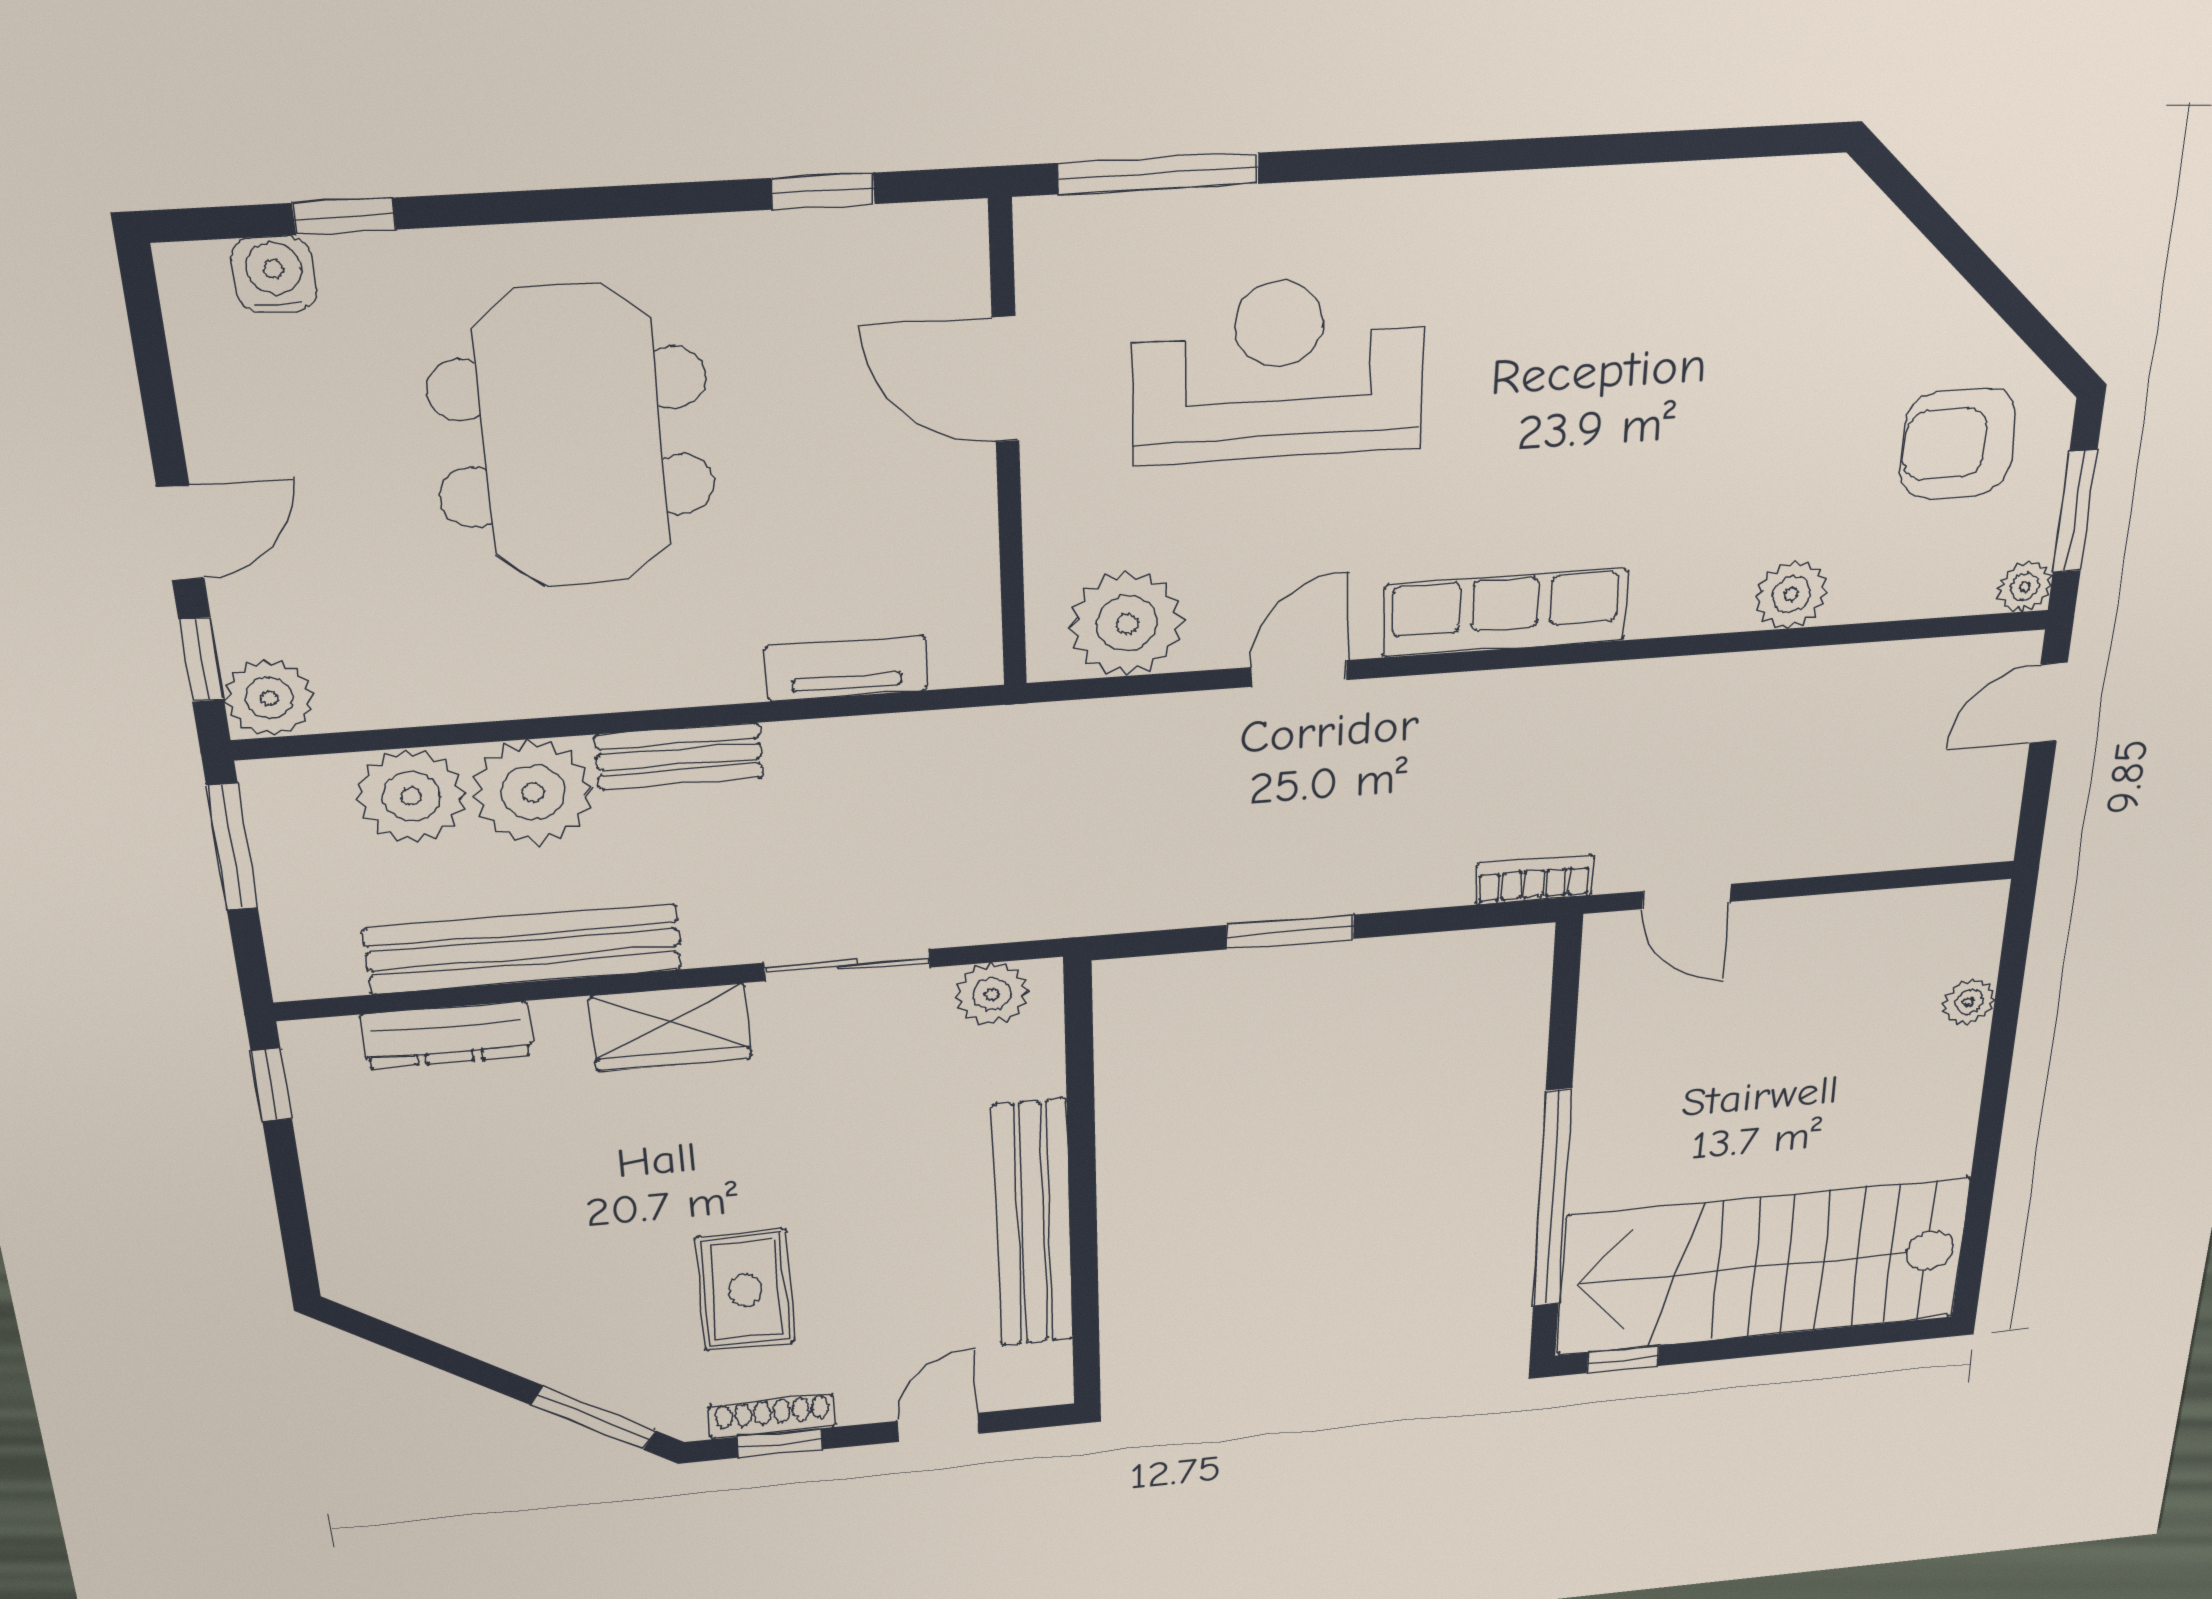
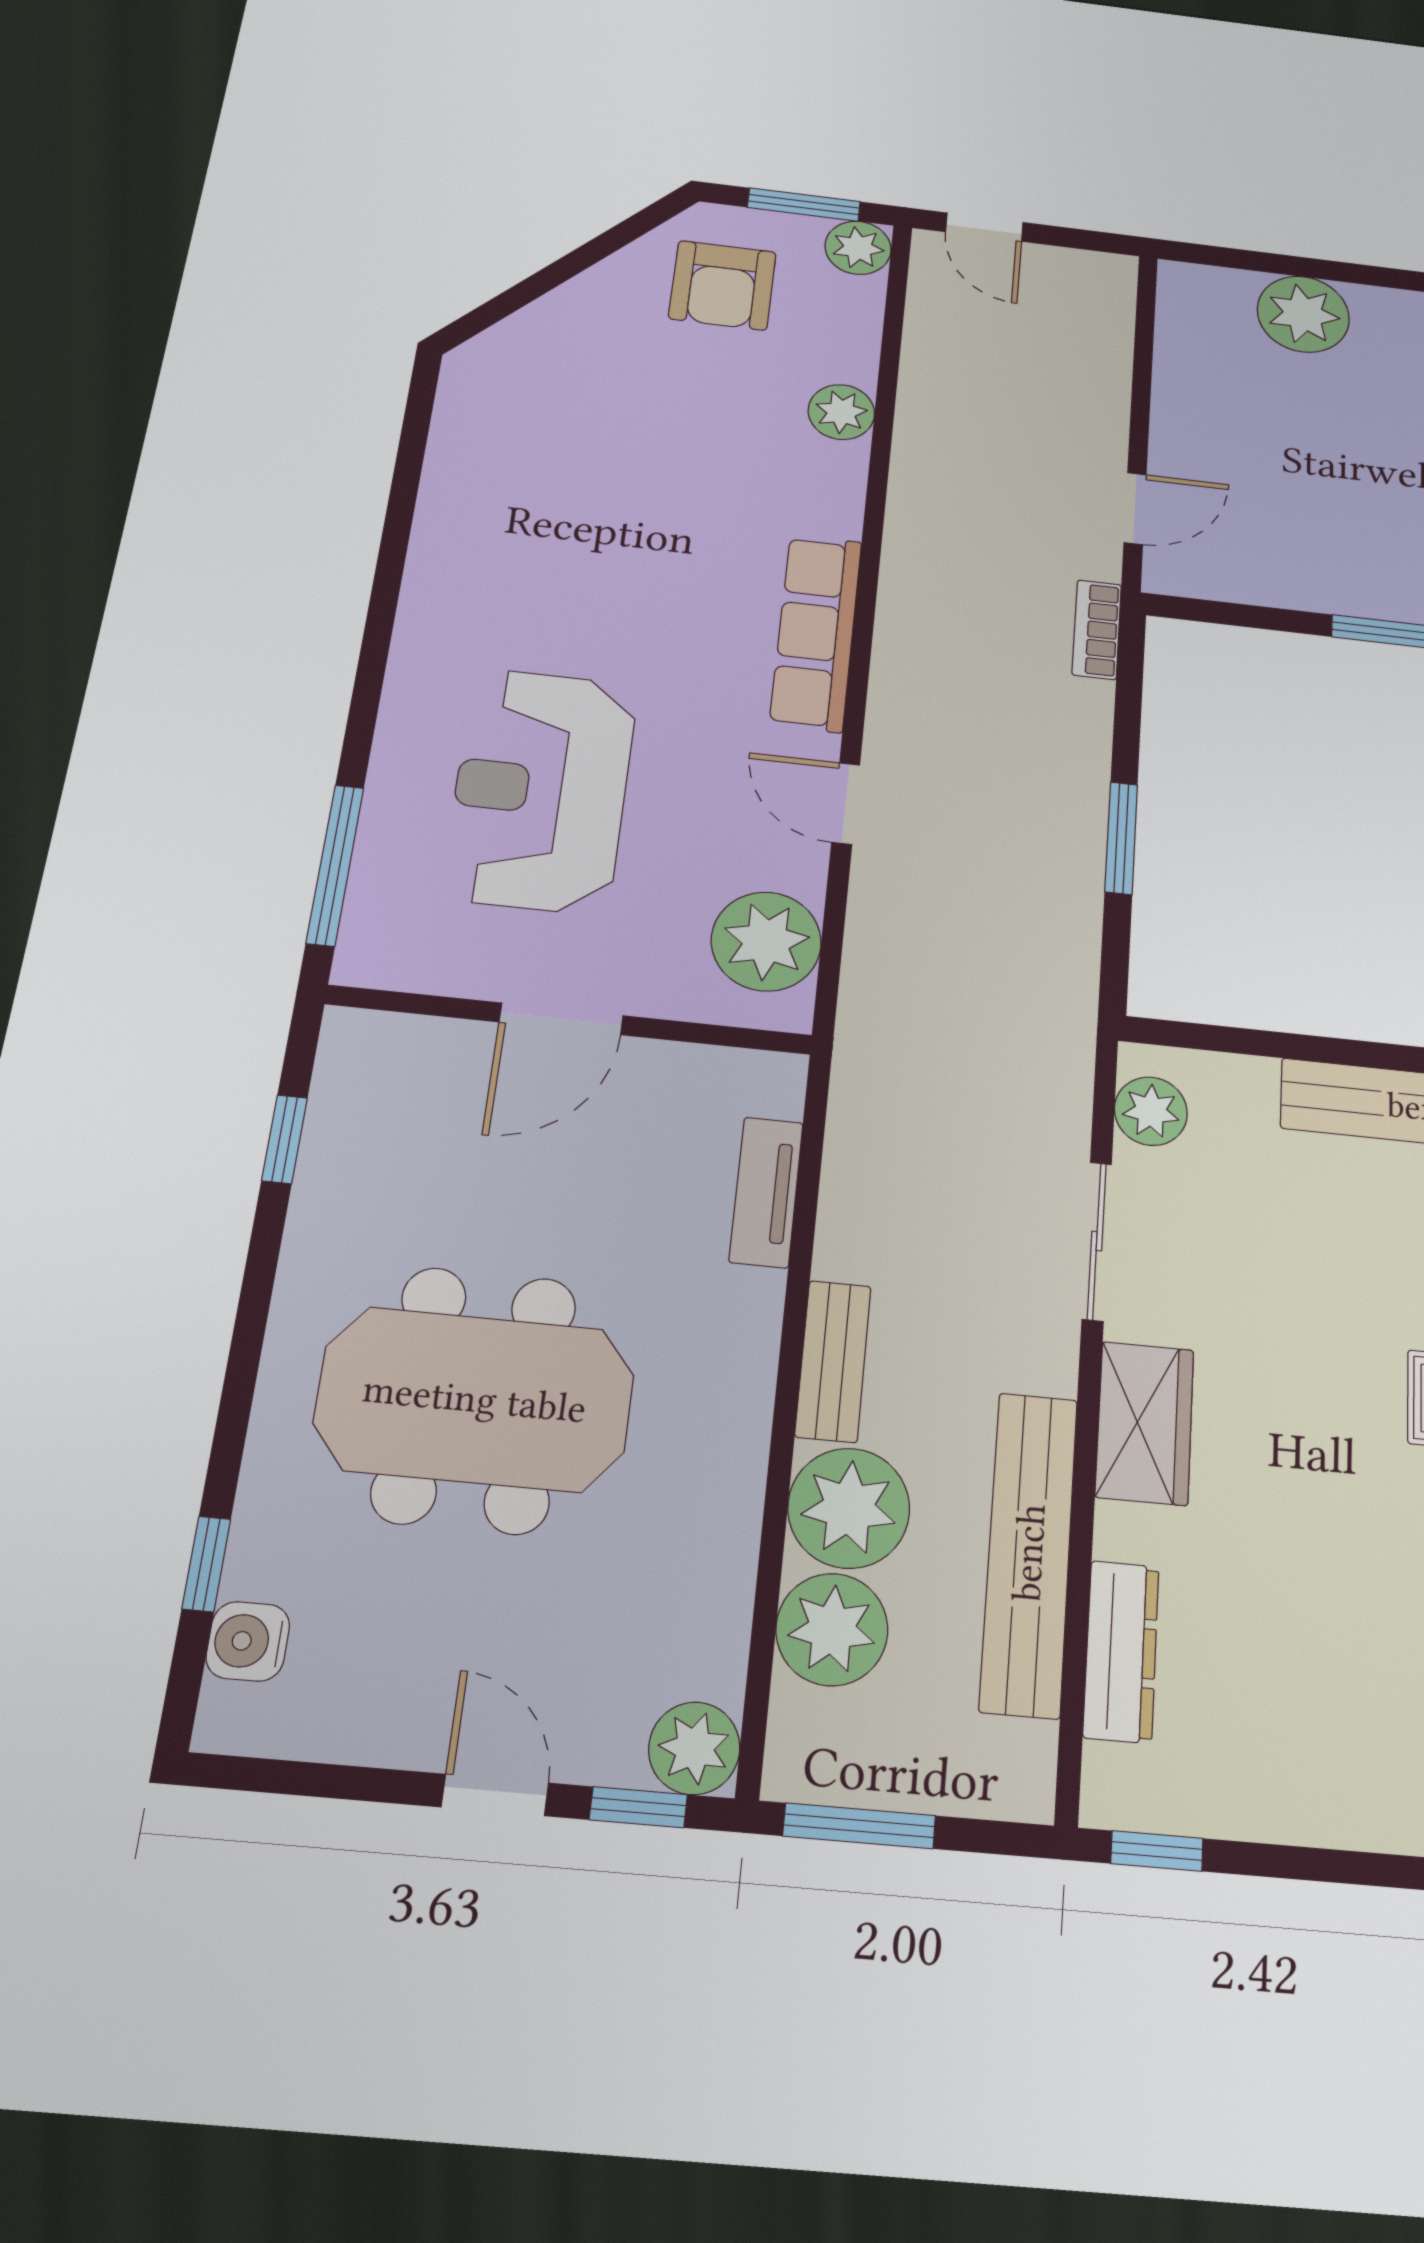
door: (1006, 379) -> (561, 1019), moved
plant: (2025, 586) -> (858, 248), width x1.38, depth x1.38
plant: (1969, 1002) -> (1303, 314), width x1.88, depth x1.88

